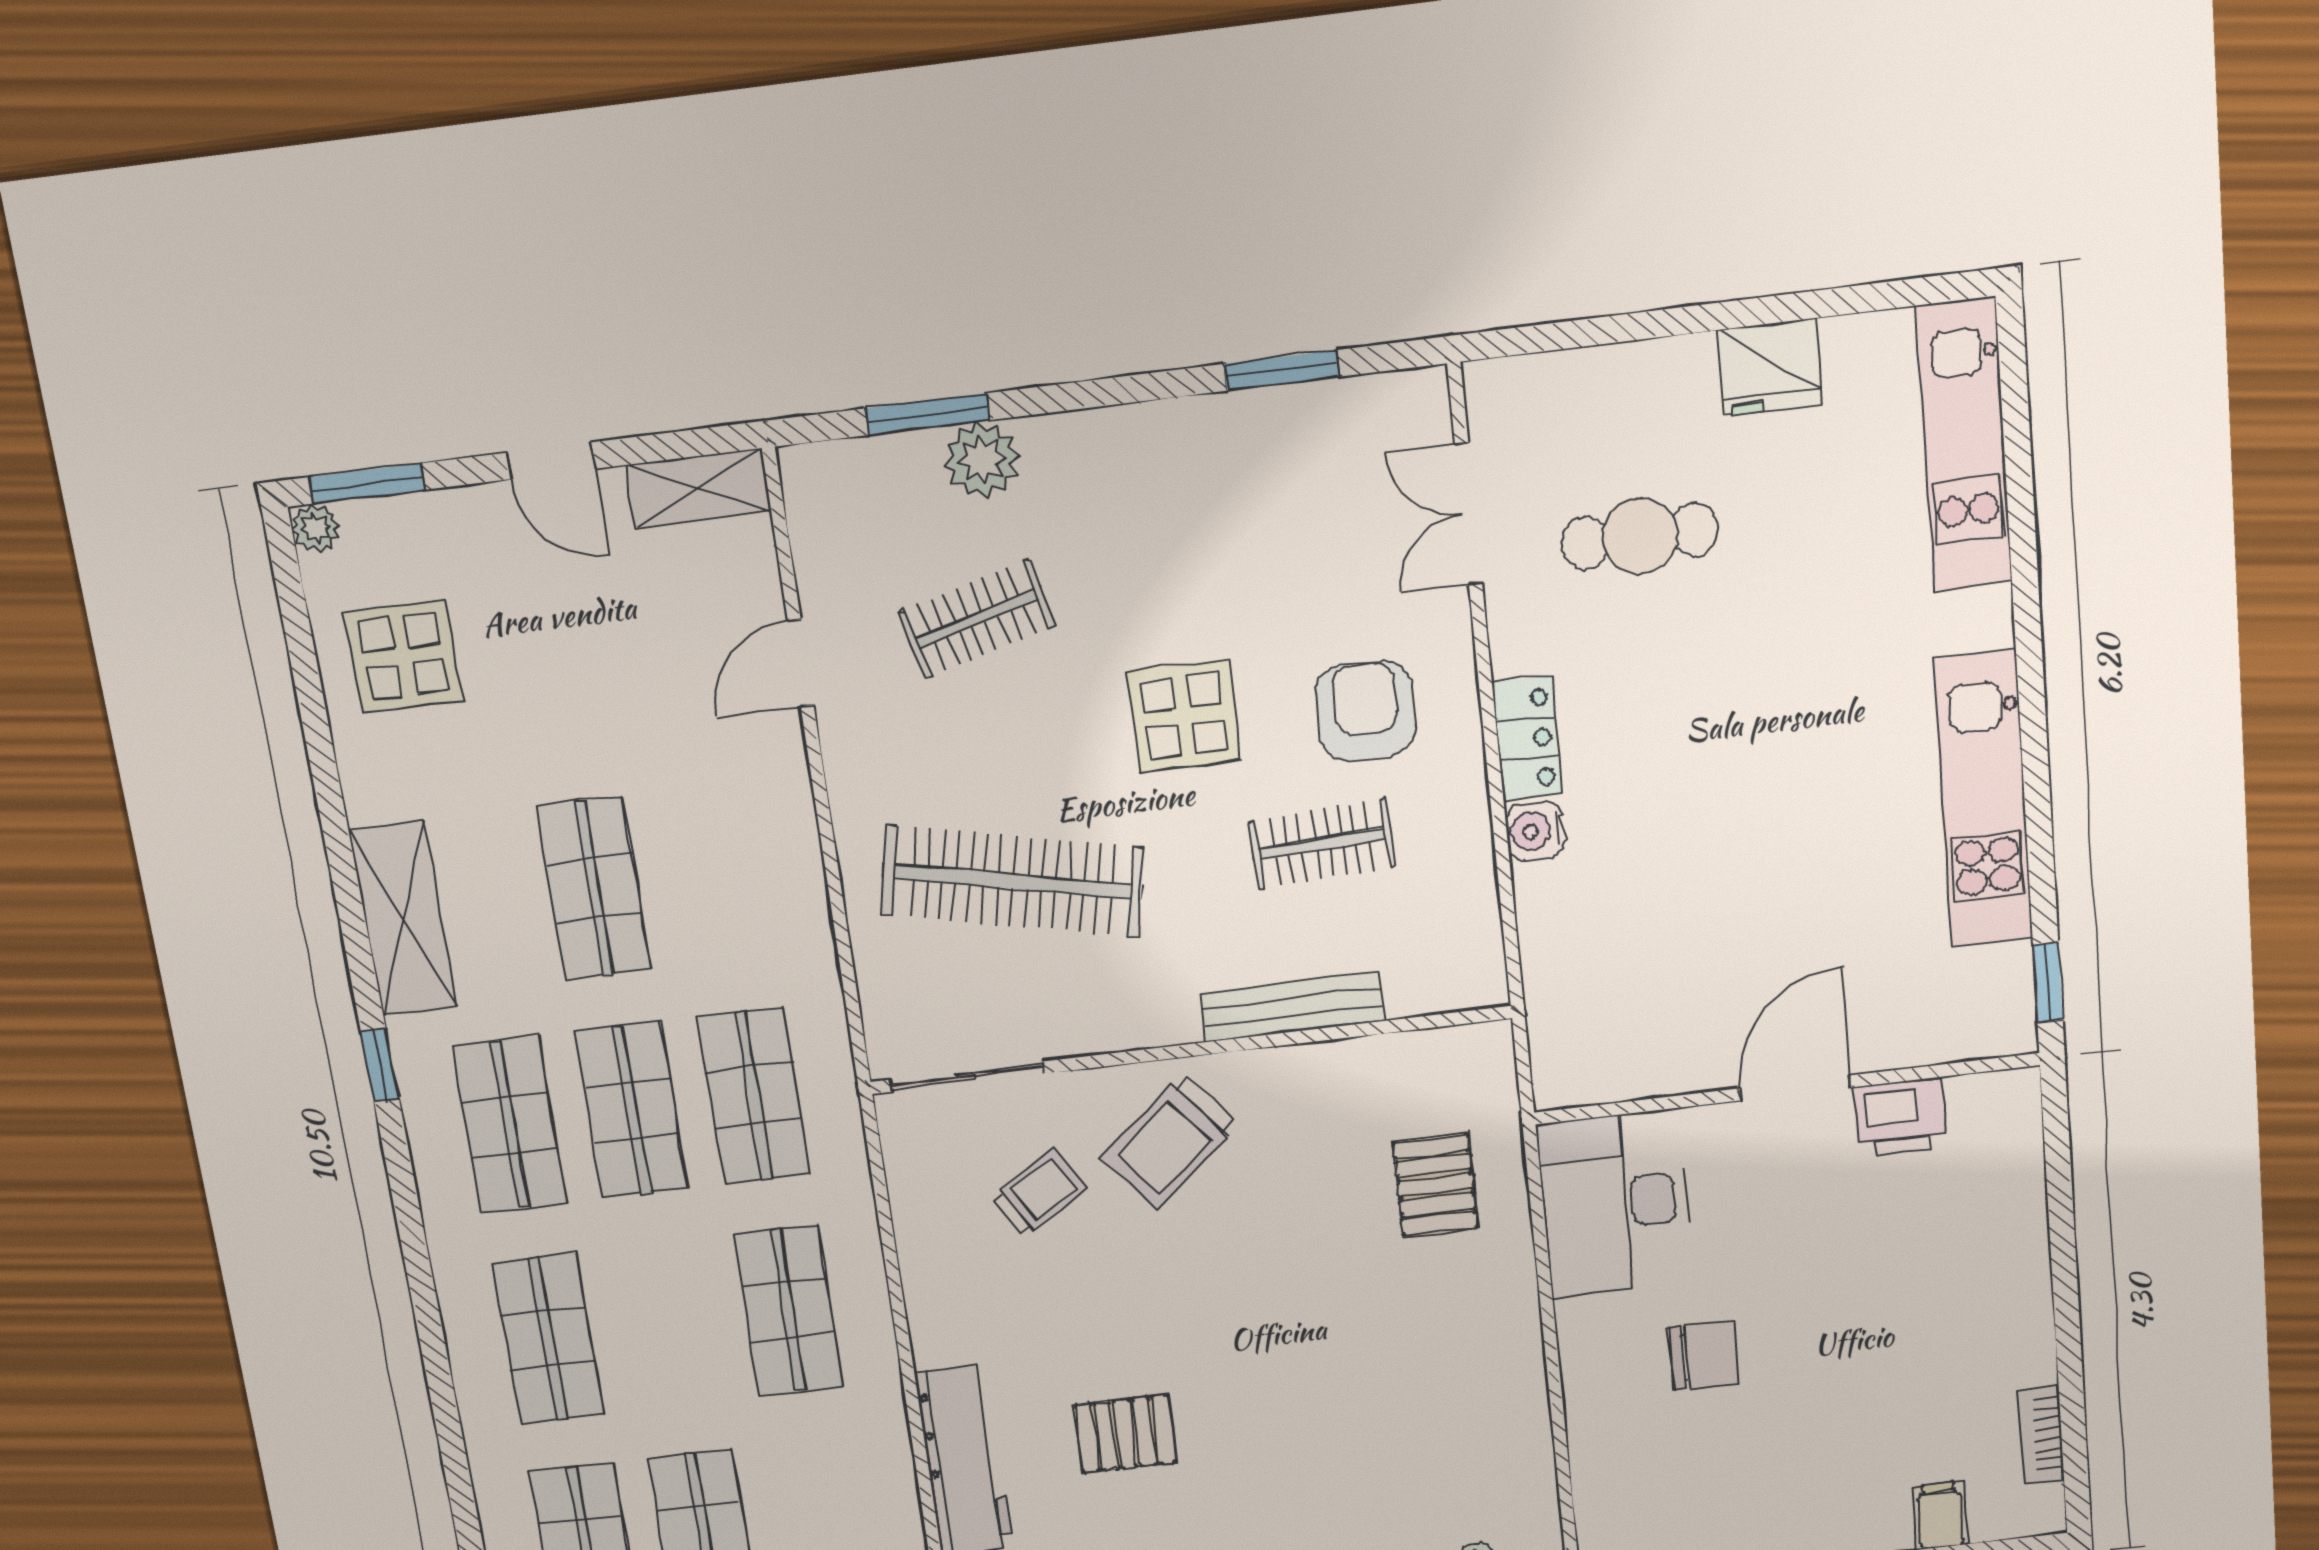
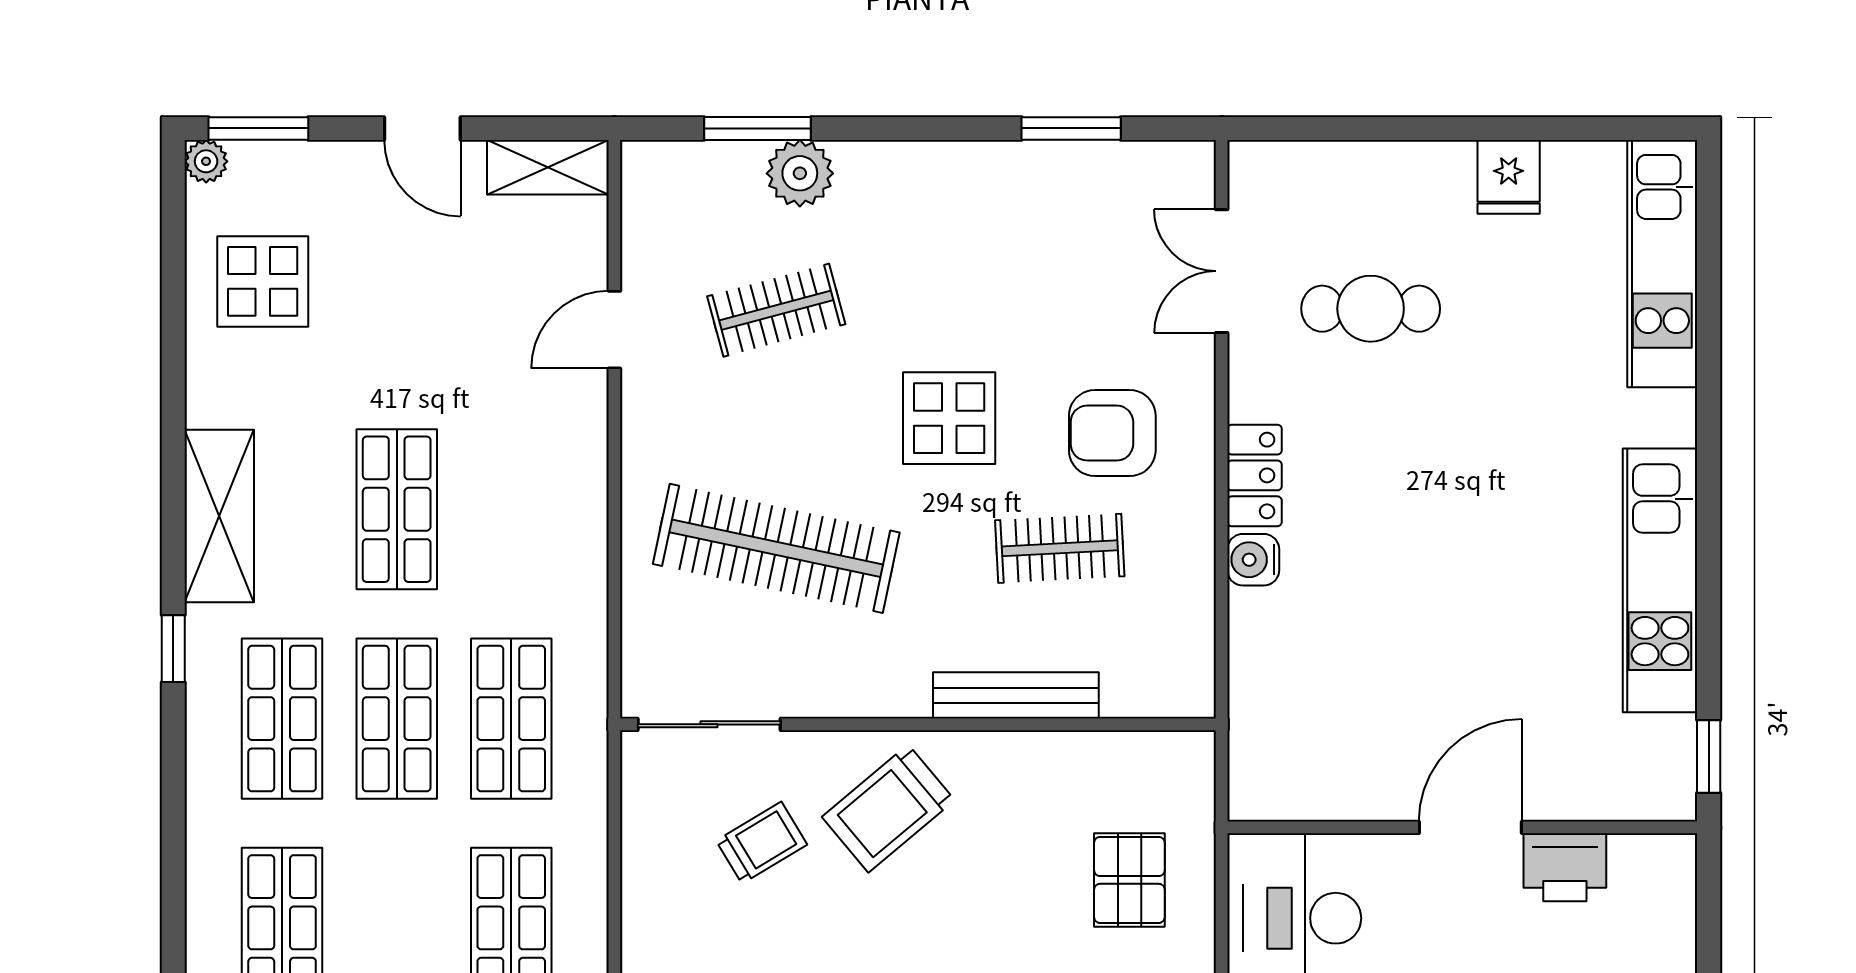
fridge: (1770, 367) -> (1509, 177), width x0.72
armchair: (1366, 711) -> (1112, 433), turned -90

